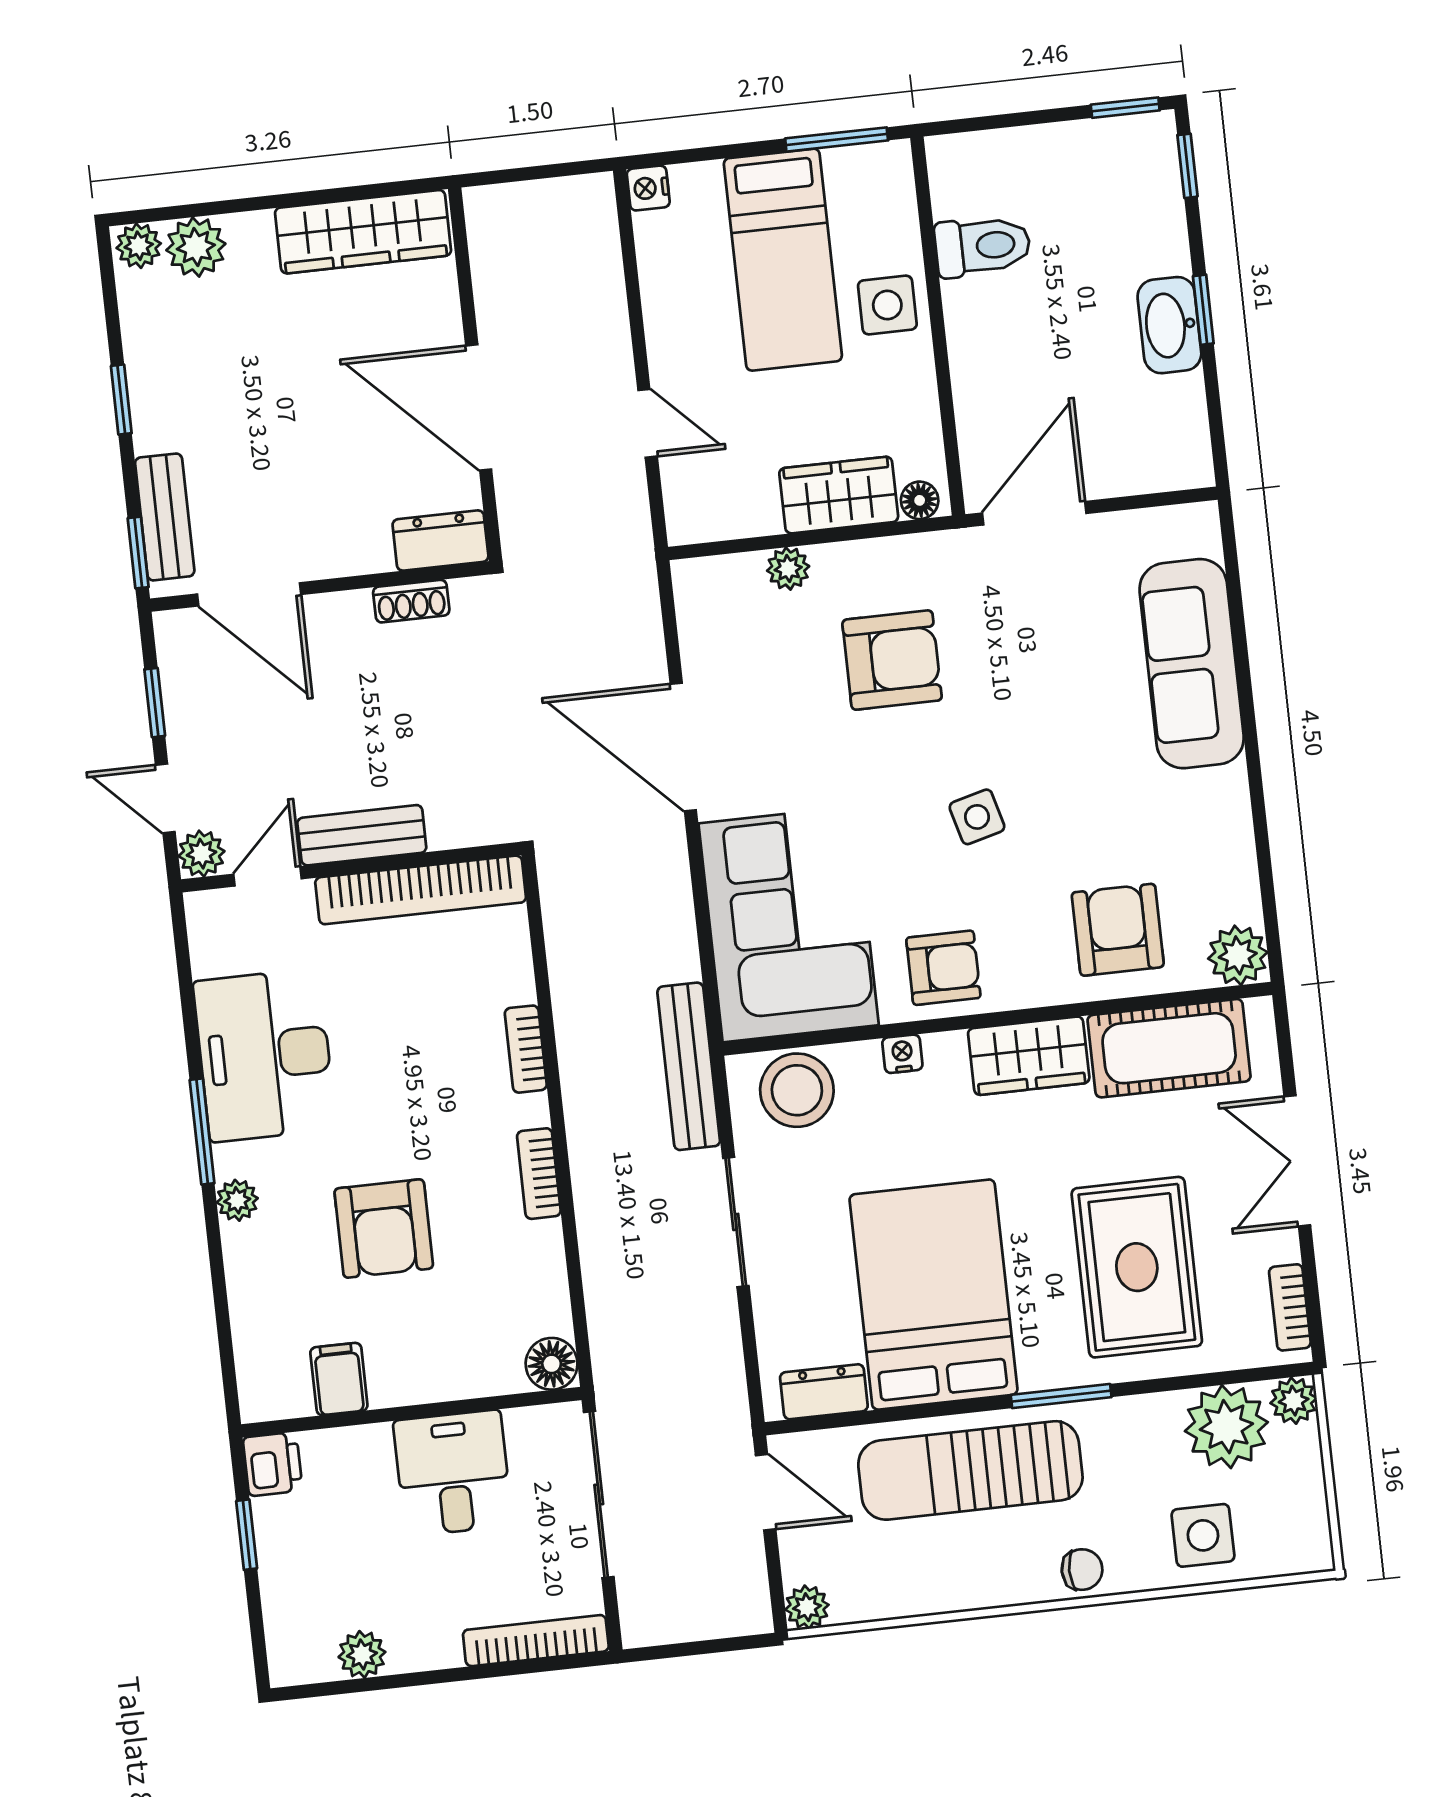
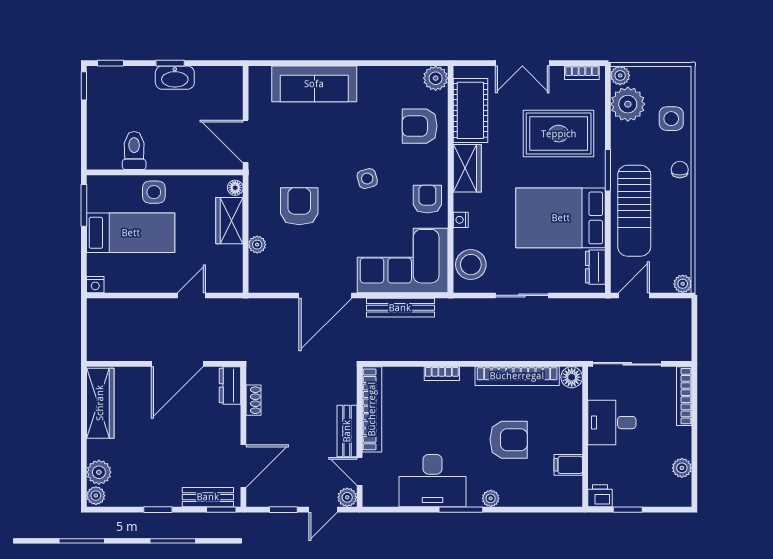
bench: (689, 1066) -> (400, 308), moved
bookcase: (539, 1174) -> (517, 376), width x2.31, depth x1.31

